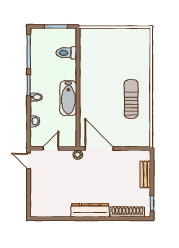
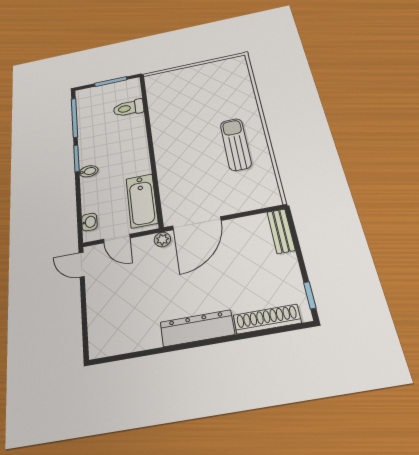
bathtub: (68, 98) -> (142, 201), moved
washbasin: (35, 121) -> (89, 222), moved
door: (51, 148) -> (117, 239), swing flipped
door: (99, 148) -> (197, 223), swing flipped
bench: (145, 174) -> (281, 231), moved

